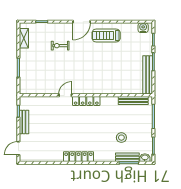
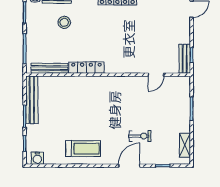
door: (82, 22) -> (129, 166), moved
door: (65, 95) -> (156, 75), moved
locker: (86, 101) -> (86, 68), moved
bench: (24, 122) -> (185, 59), moved

